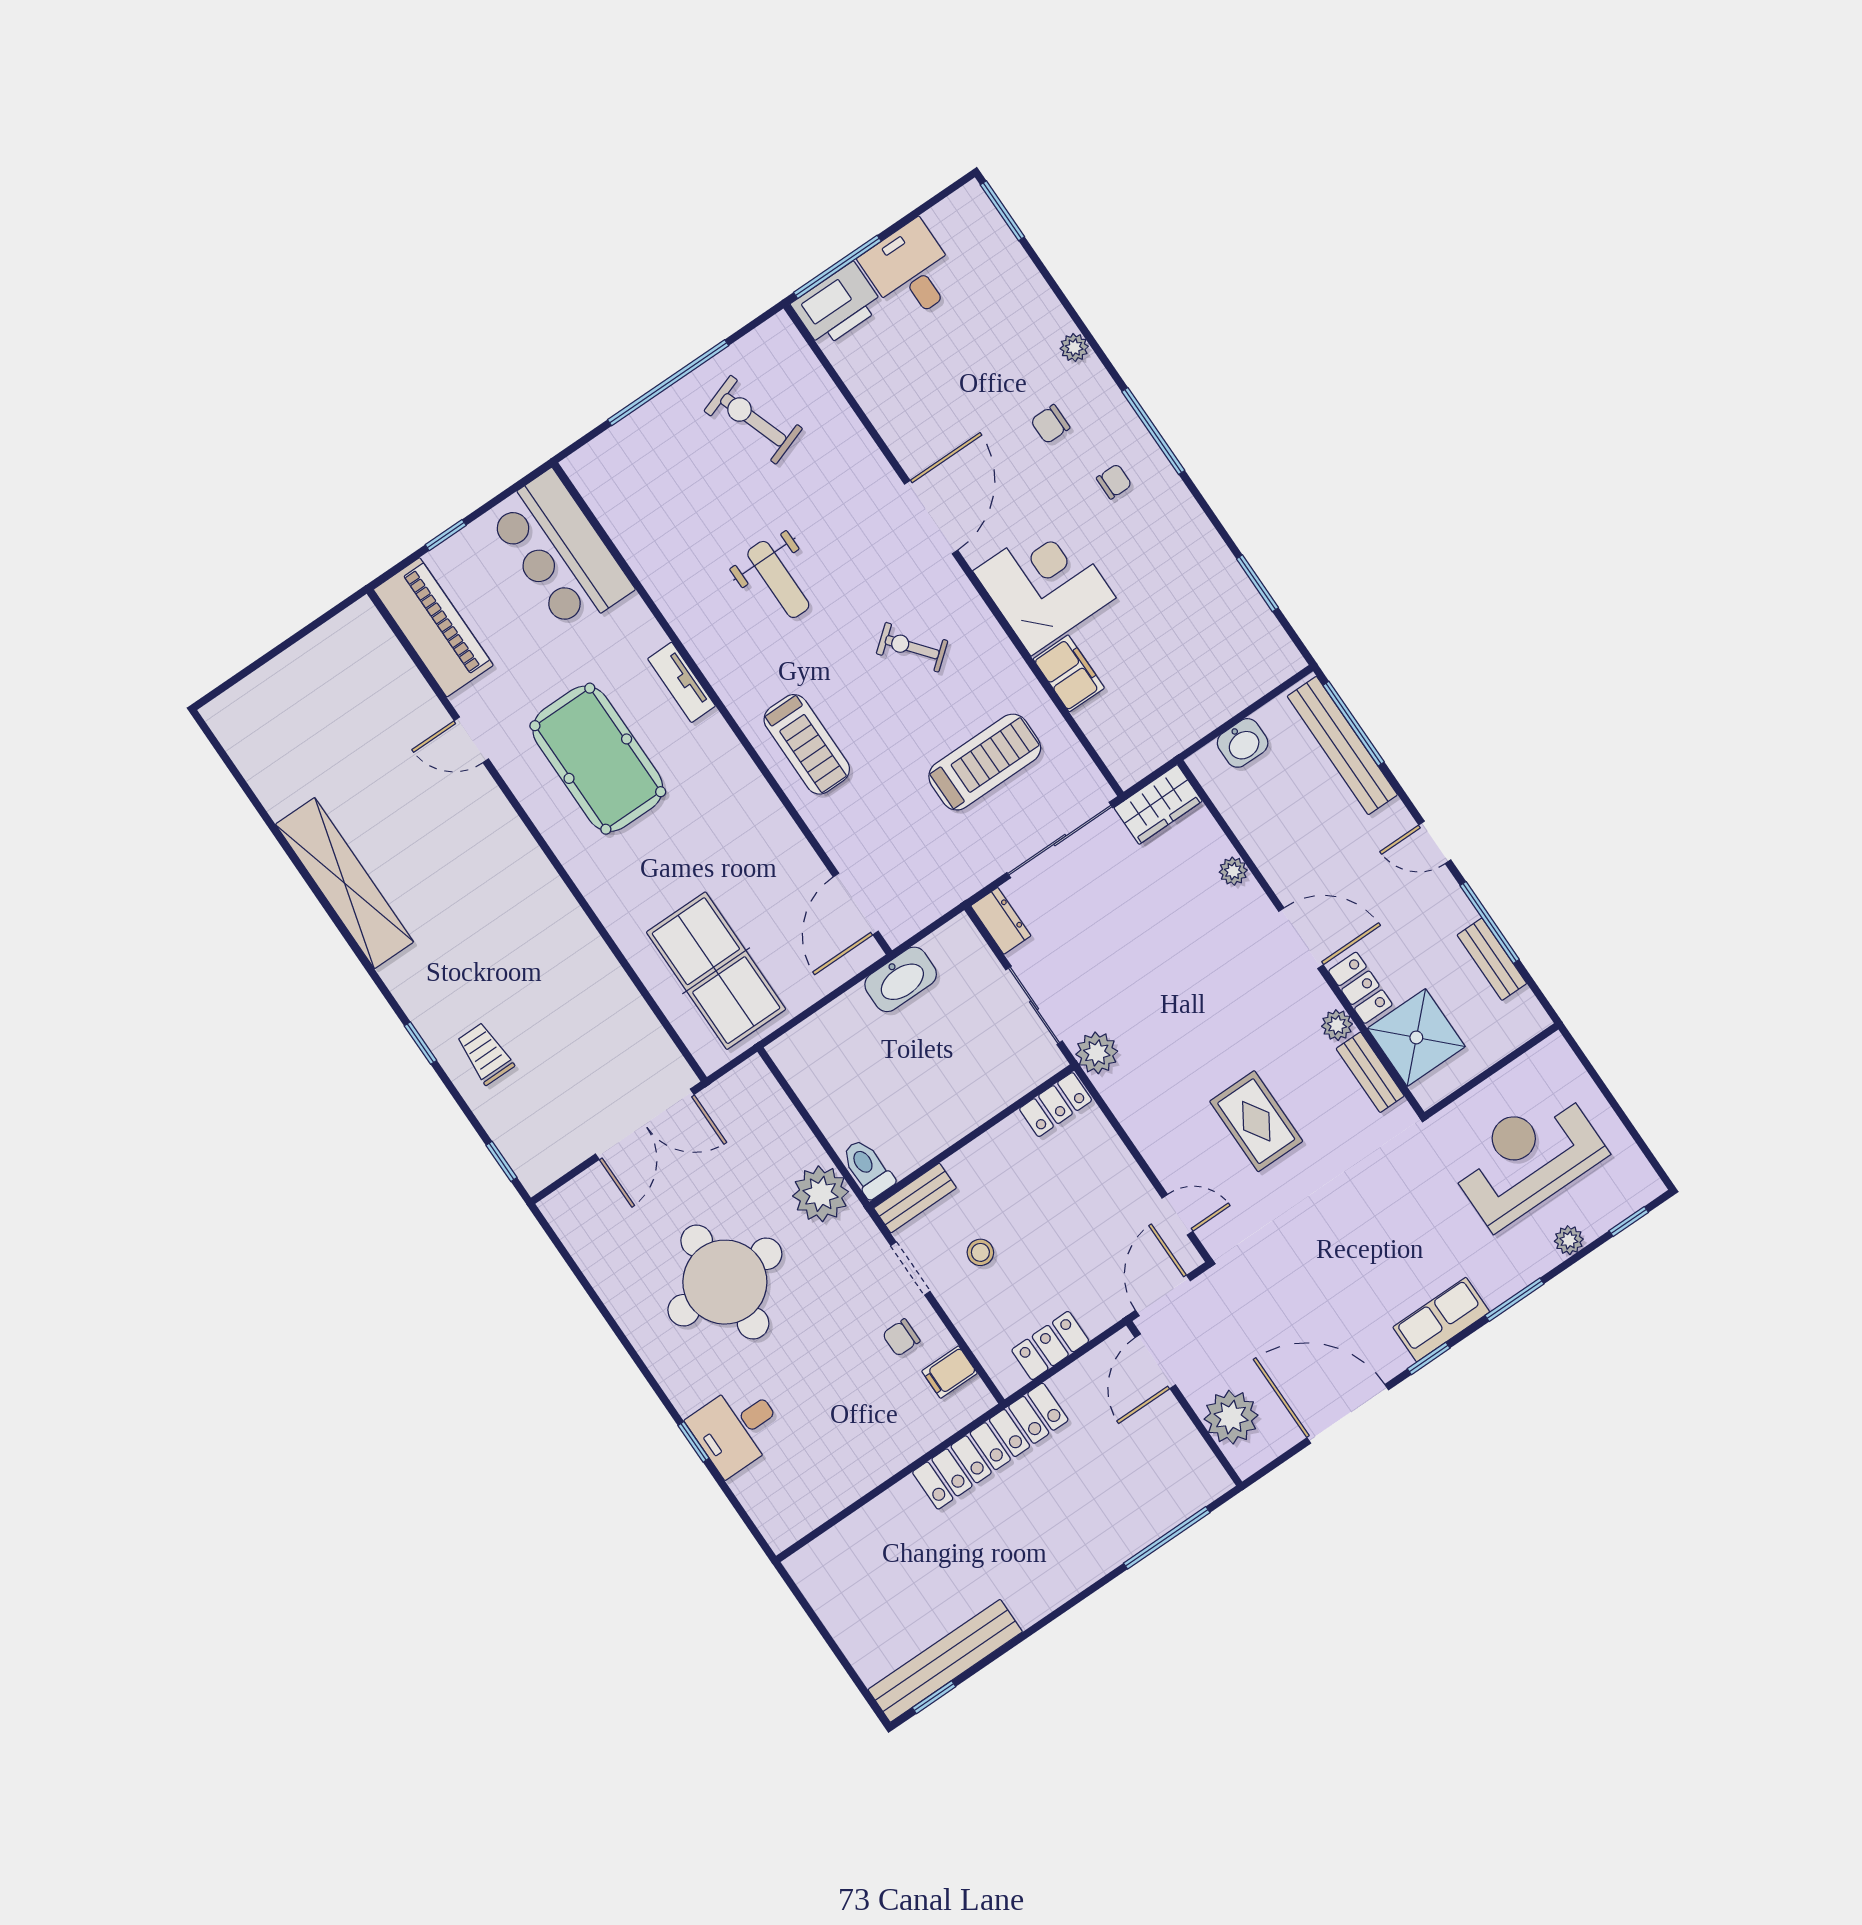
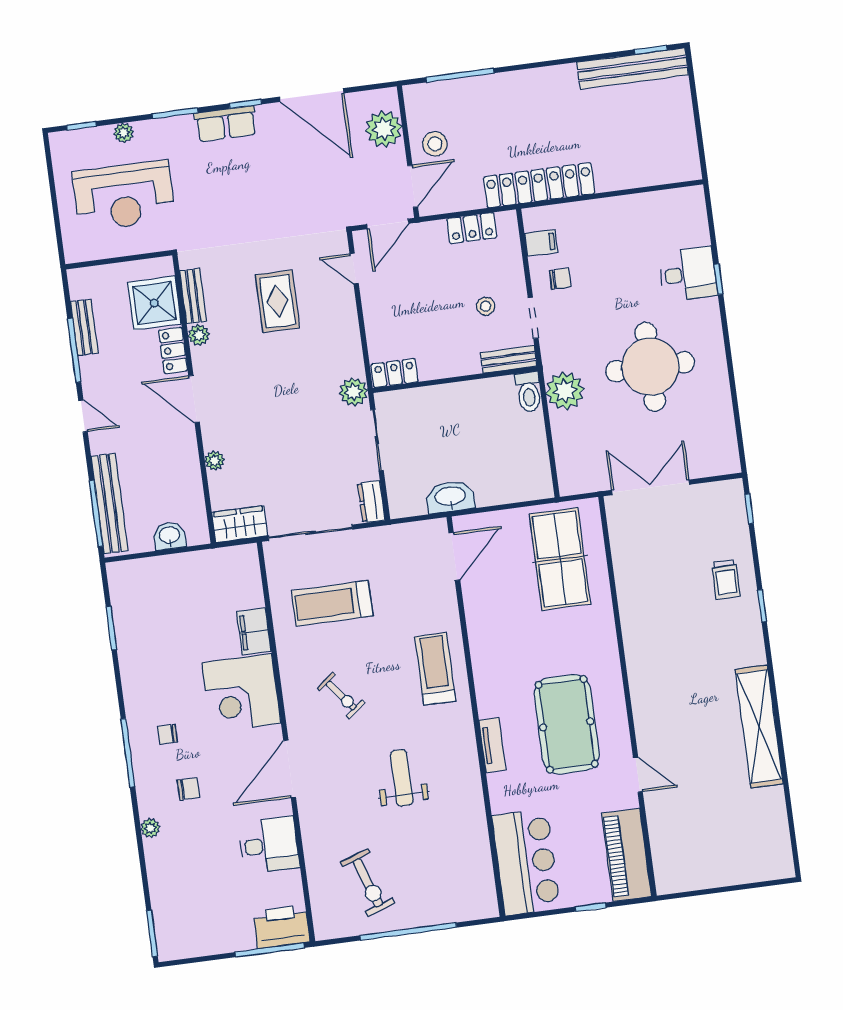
desk: (911, 271) -> (269, 845), moved, turned -90
stool: (1154, 1431) -> (435, 144), added

